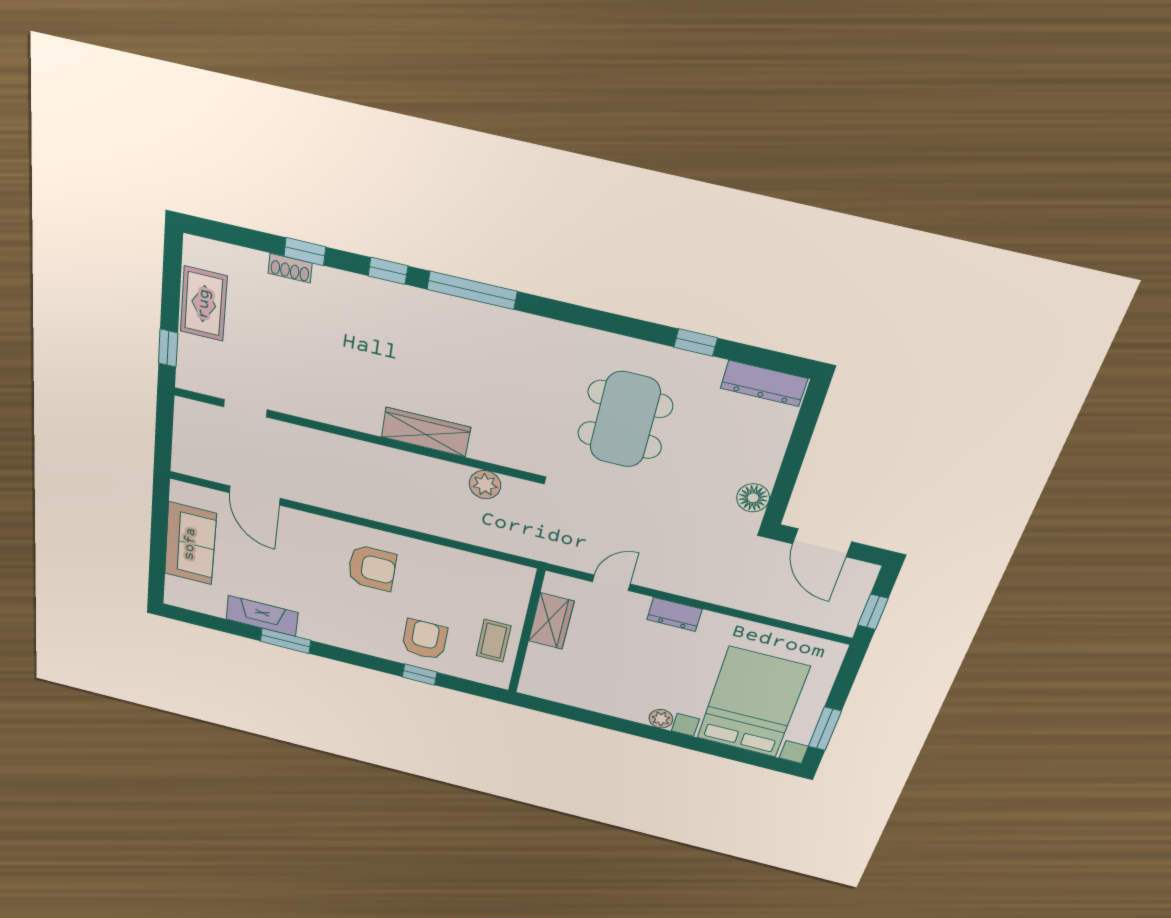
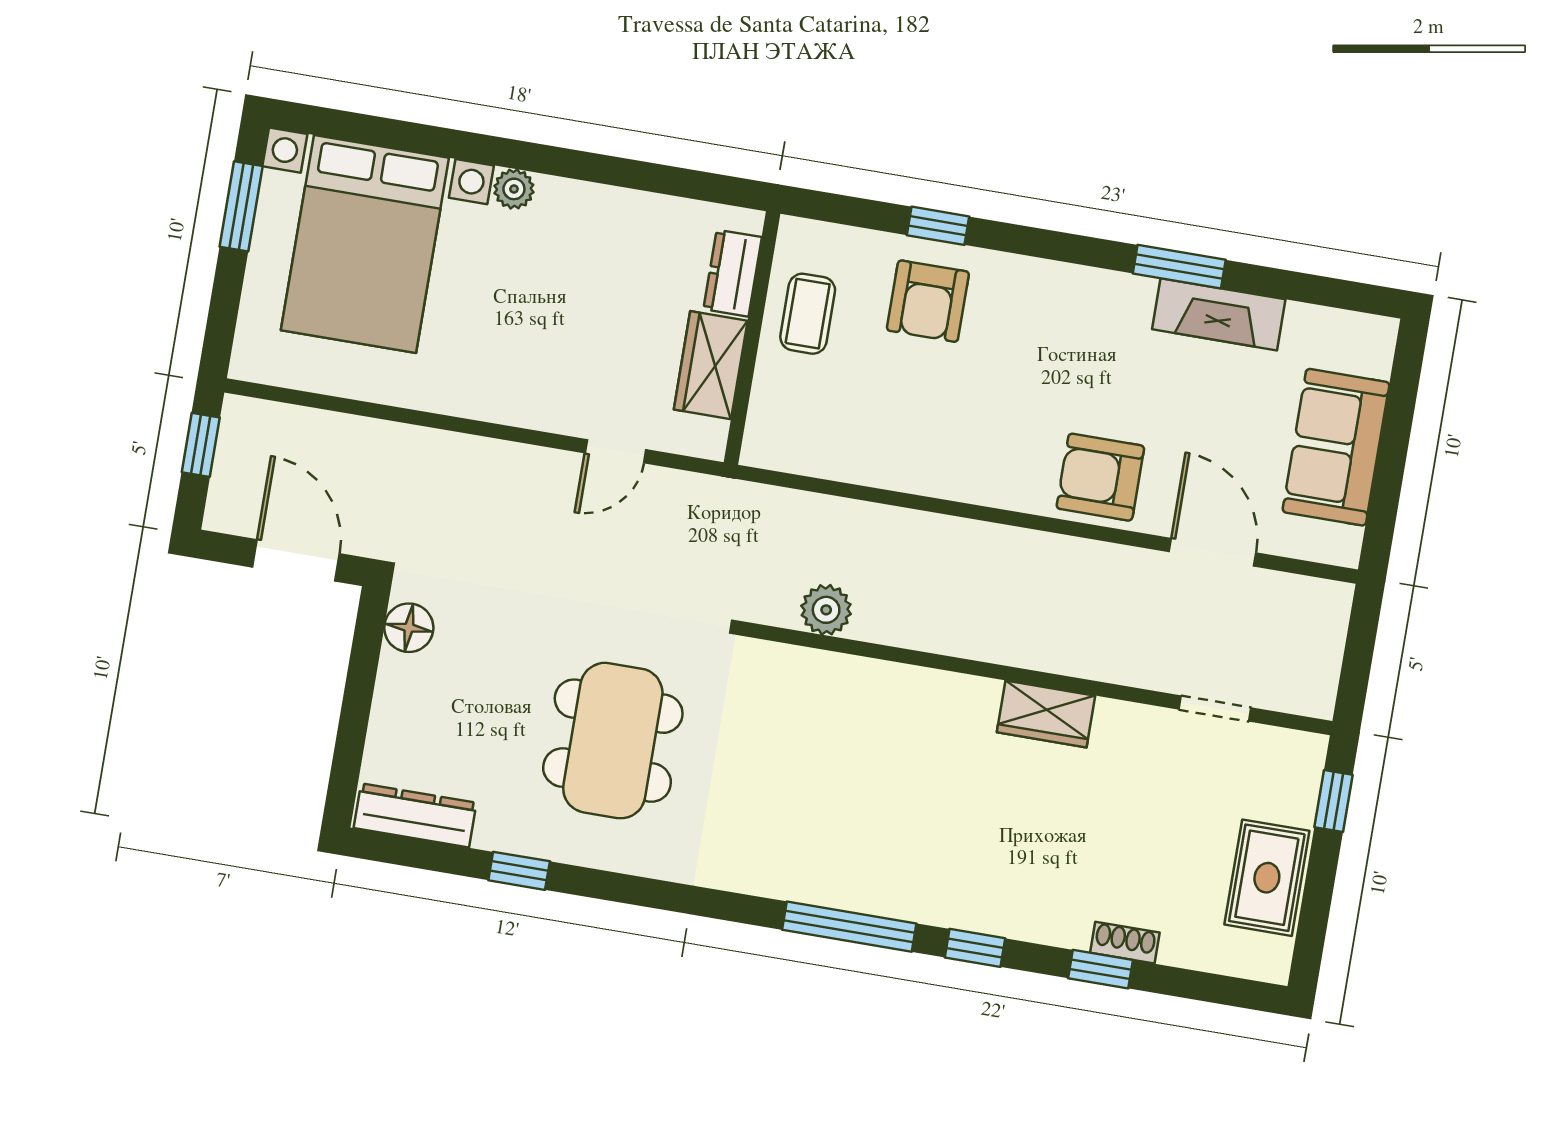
wardrobe: (426, 432) -> (1046, 714), moved, width x0.67
armchair: (372, 568) -> (1100, 477), moved
dresser: (674, 614) -> (733, 273), moved, turned -90

